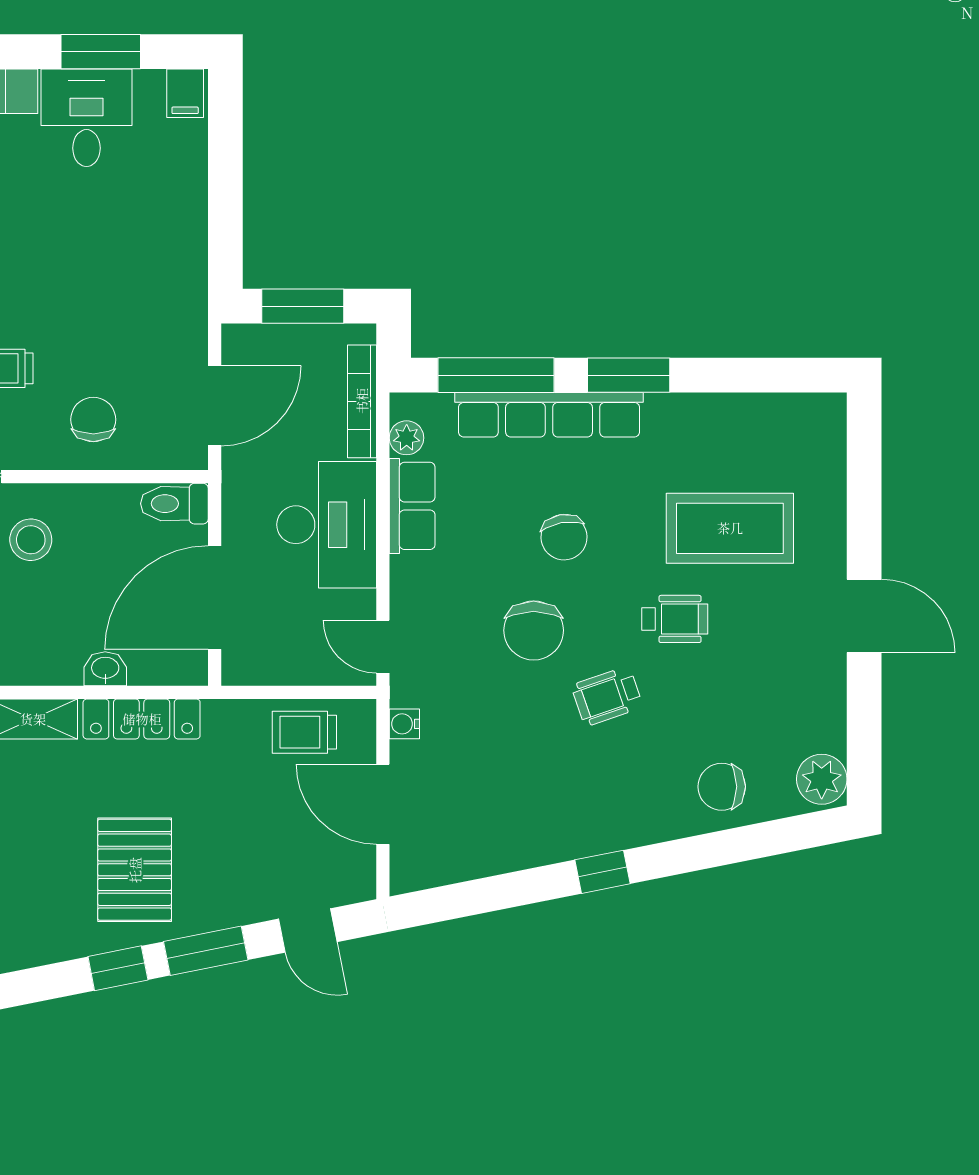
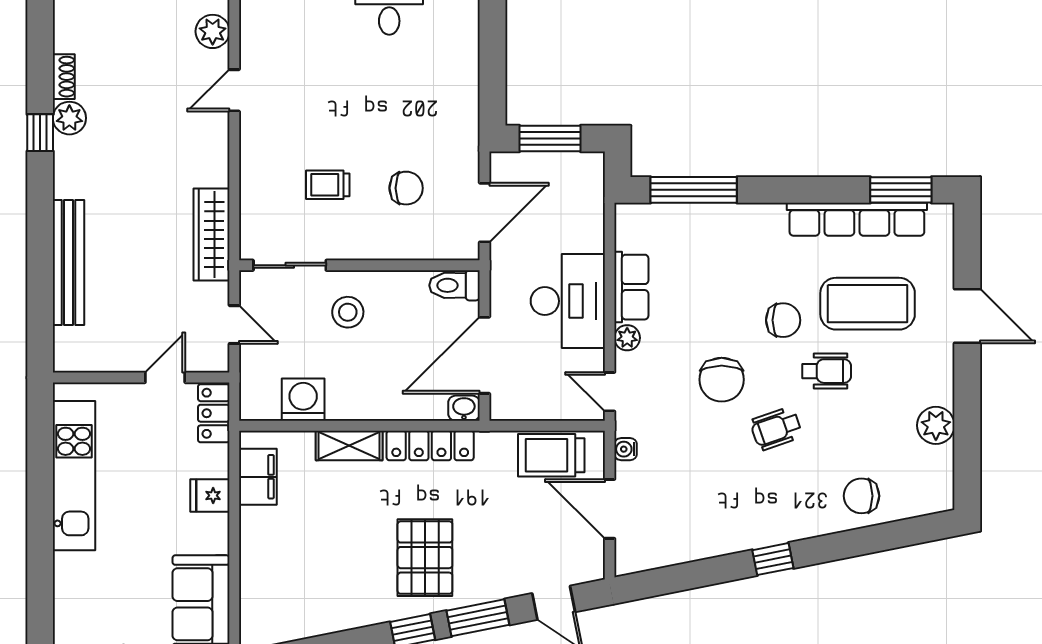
window: (629, 375) -> (901, 190), moved
bookcase: (362, 401) -> (594, 209), removed
row of seats: (549, 415) -> (857, 219), moved
chair: (93, 420) -> (406, 188), moved, turned 90
plant: (407, 438) -> (627, 338), moved
chair: (564, 537) -> (783, 320), moved, turned -80
door: (864, 616) -> (967, 316), moved
washbasin: (105, 669) -> (464, 408), moved
trolley: (304, 732) -> (551, 455), width x1.36, depth x1.39
plant: (822, 779) -> (936, 425), moved

